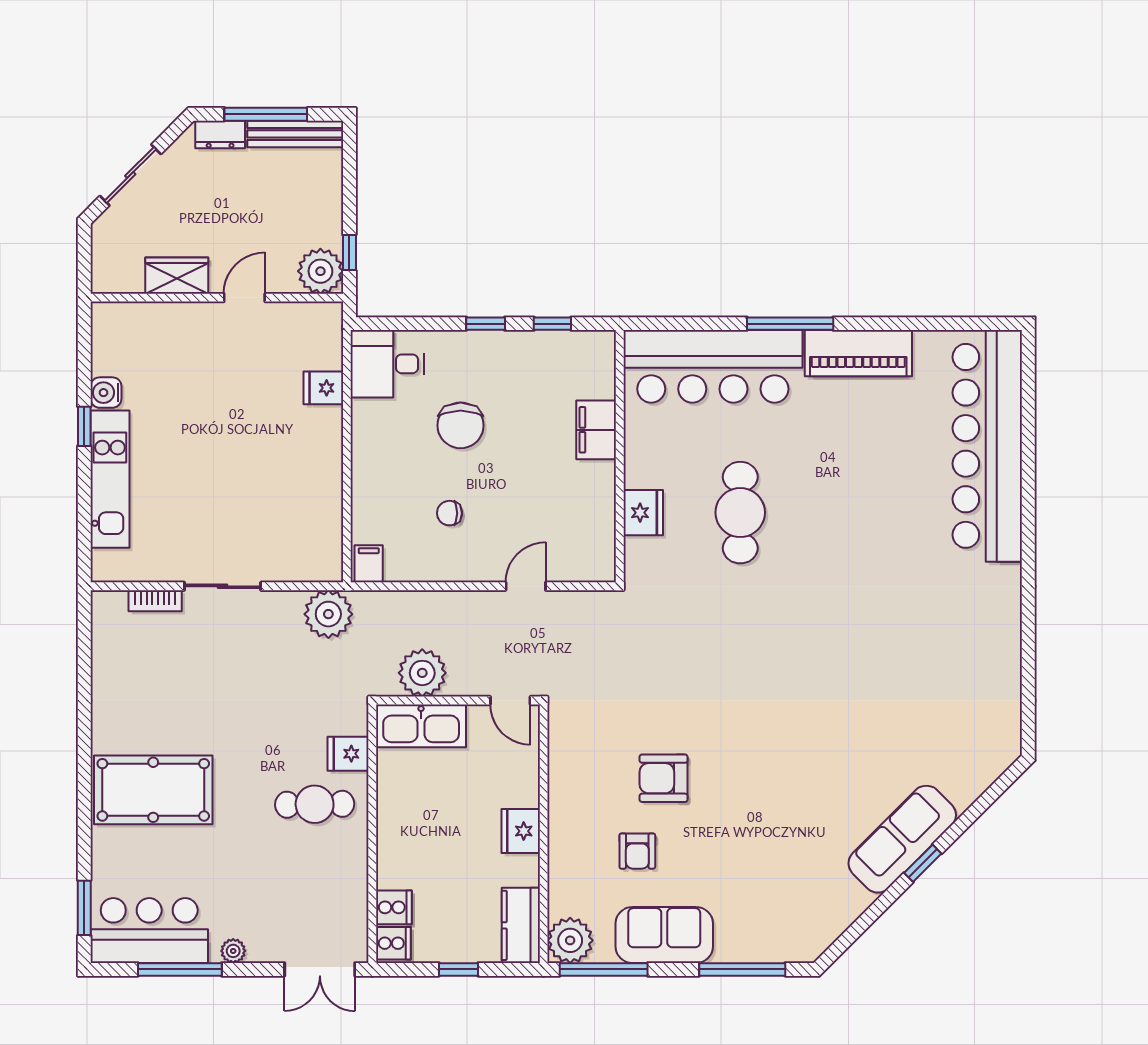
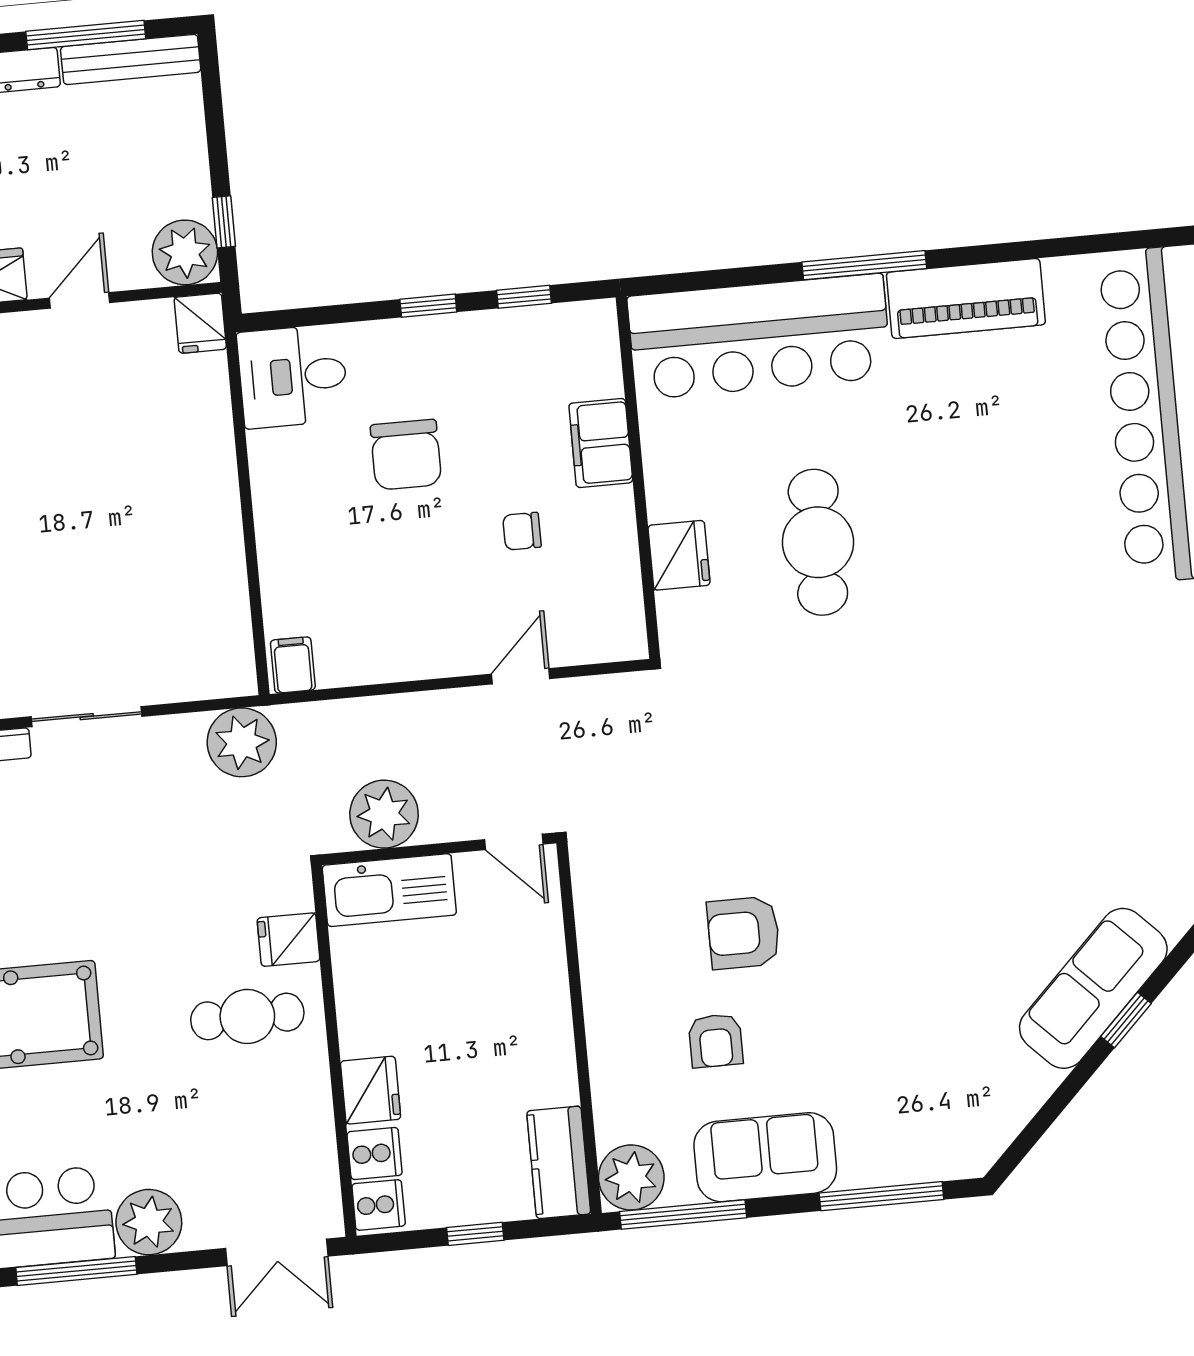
fridge: (323, 388) -> (200, 323), moved, turned -90
chair: (449, 513) -> (522, 531), moved
fridge: (521, 831) -> (371, 1090), moved, turned 180
plant: (233, 951) -> (149, 1222), width x1.88, depth x1.88

